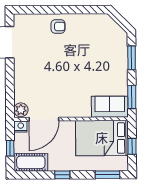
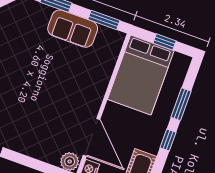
sofa: (110, 107) -> (73, 29), moved, turned -90
window: (107, 175) -> (181, 104), moved

